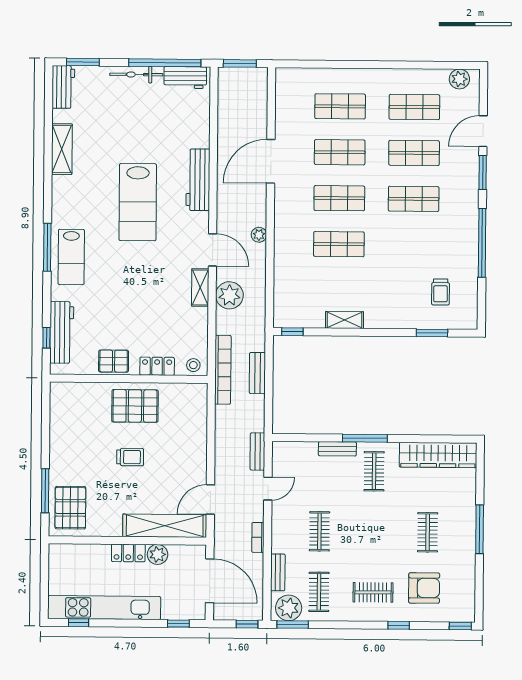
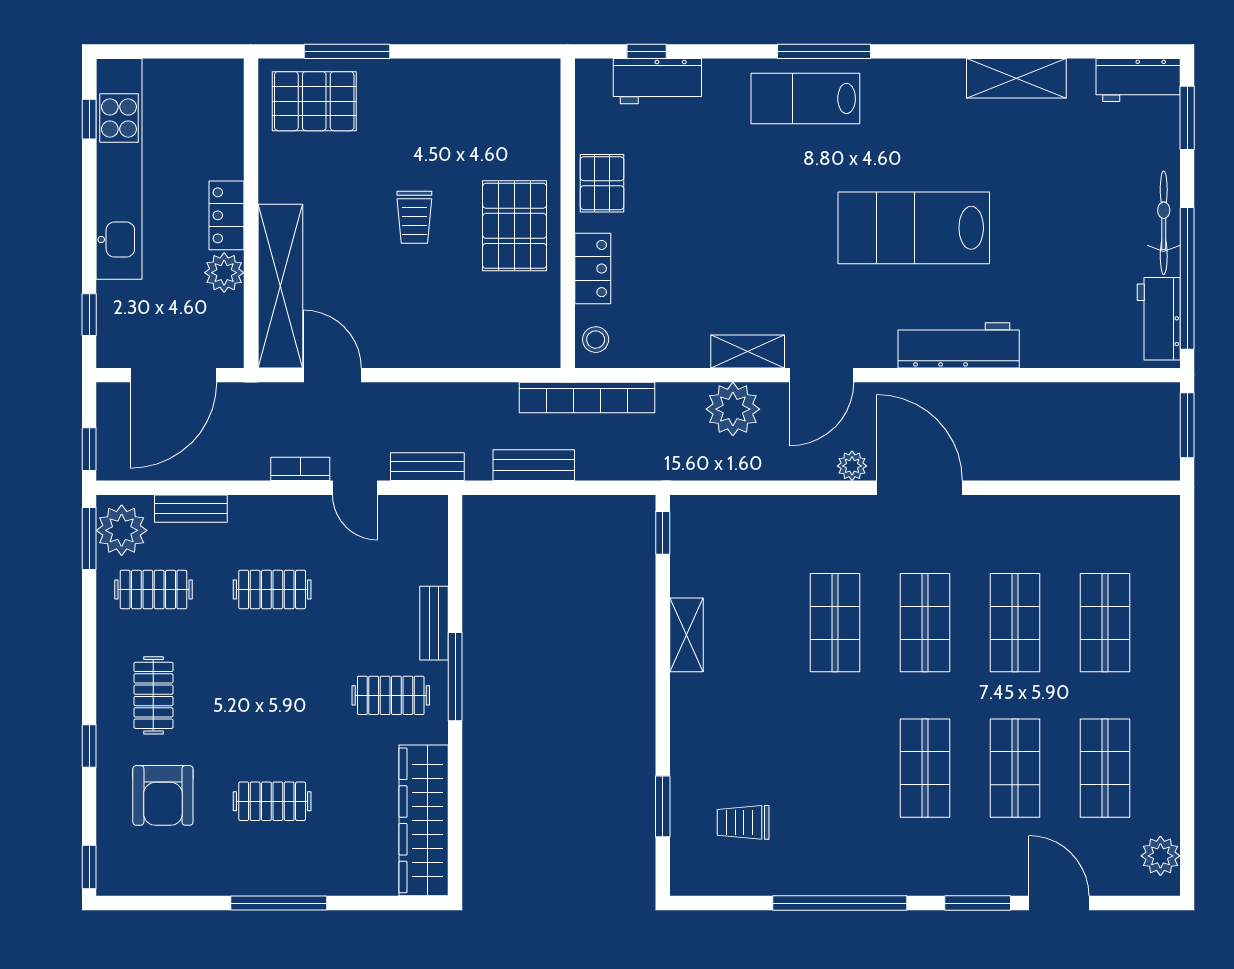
door: (271, 161) -> (919, 488), moved
workbench: (62, 332) -> (657, 81), width x0.73
bench: (257, 373) -> (534, 465), moved
bookcase: (258, 537) -> (300, 469), moved

